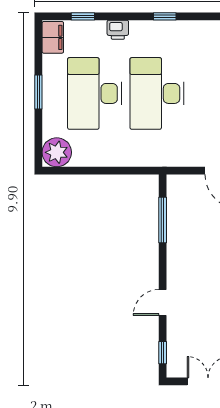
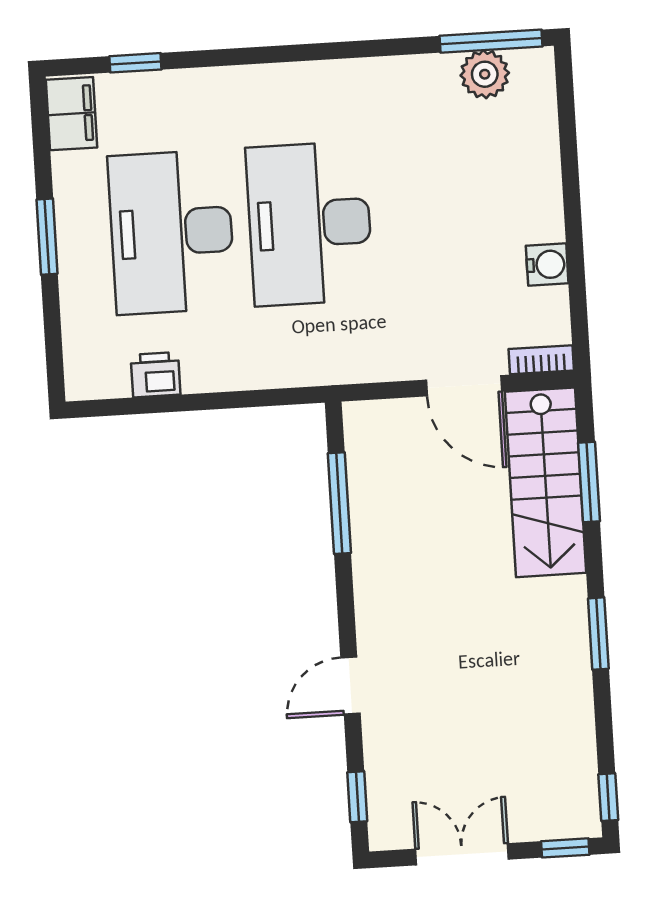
window: (165, 16) -> (316, 52), removed
printer: (118, 30) -> (156, 375), moved, turned 180
plant: (57, 152) -> (96, 367), removed

